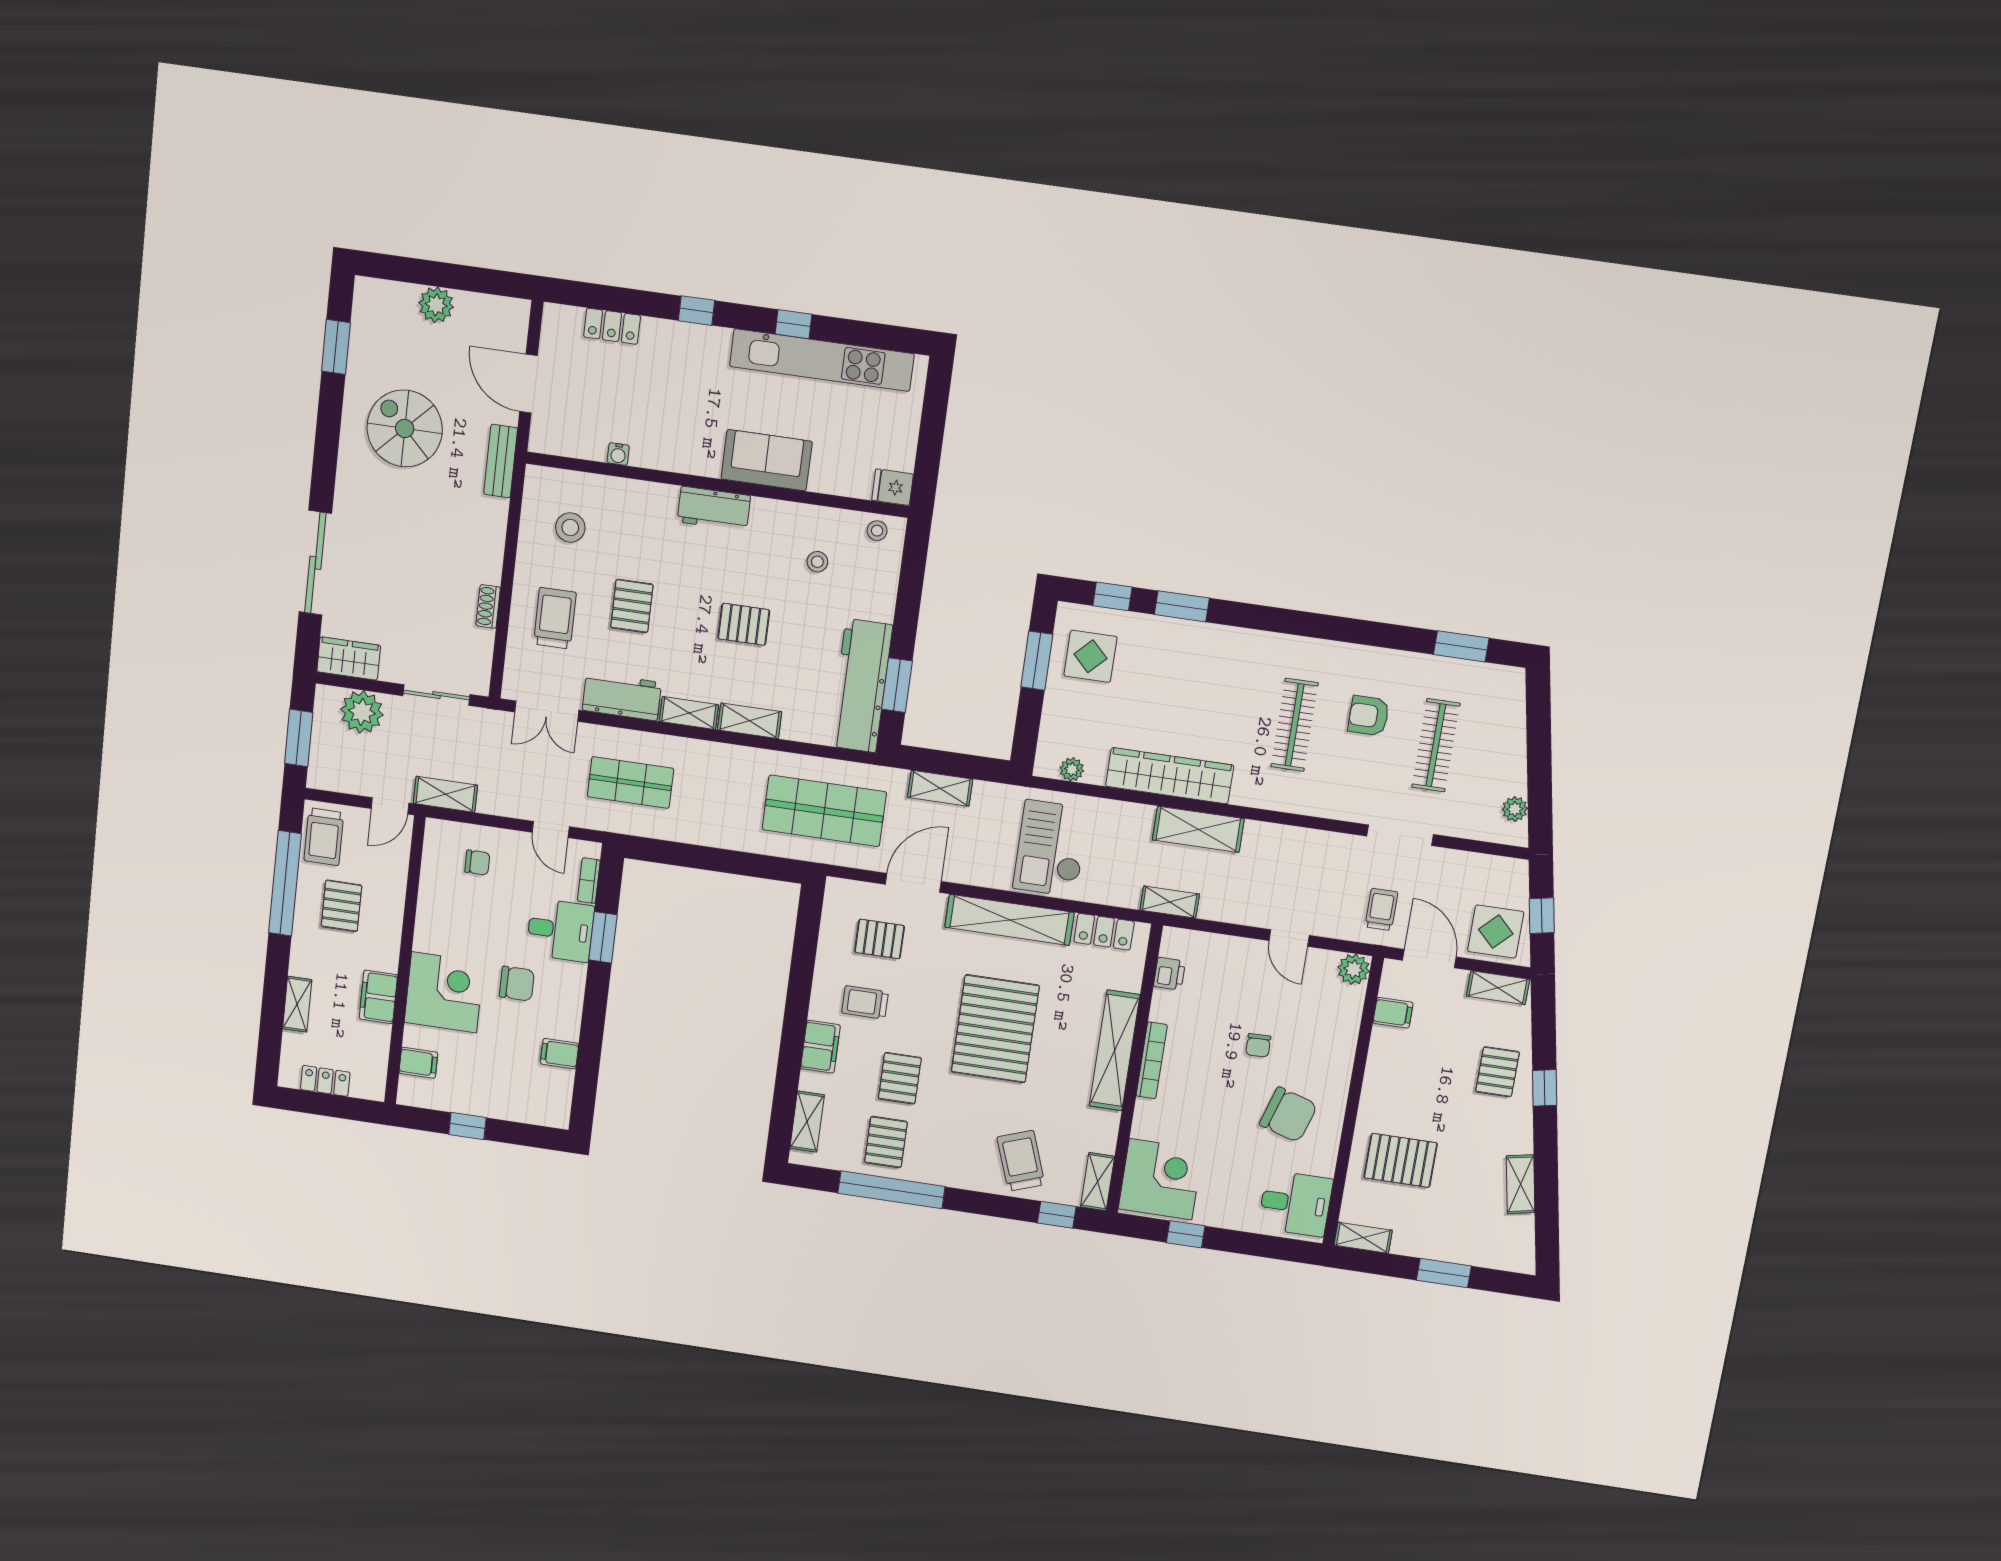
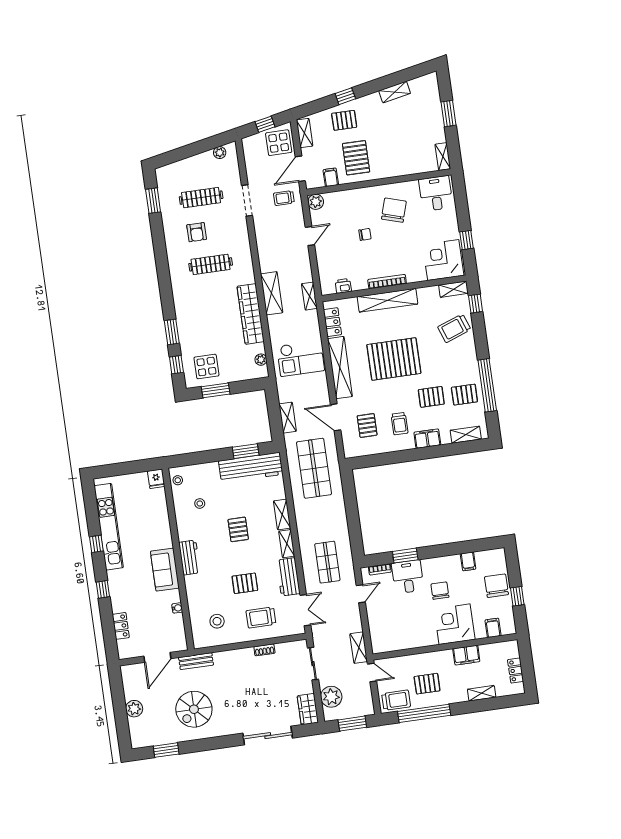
sofa: (767, 460) -> (165, 570), moved
chair: (477, 863) -> (496, 586), moved, width x1.87, depth x1.87
pallet: (1401, 1160) -> (356, 158), moved

